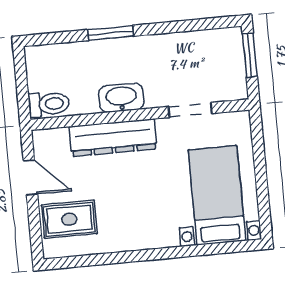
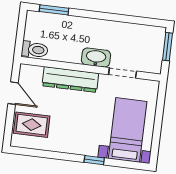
window: (111, 33) -> (54, 10), moved
washbasin: (121, 98) -> (96, 58), moved
window: (176, 252) -> (94, 160), added

